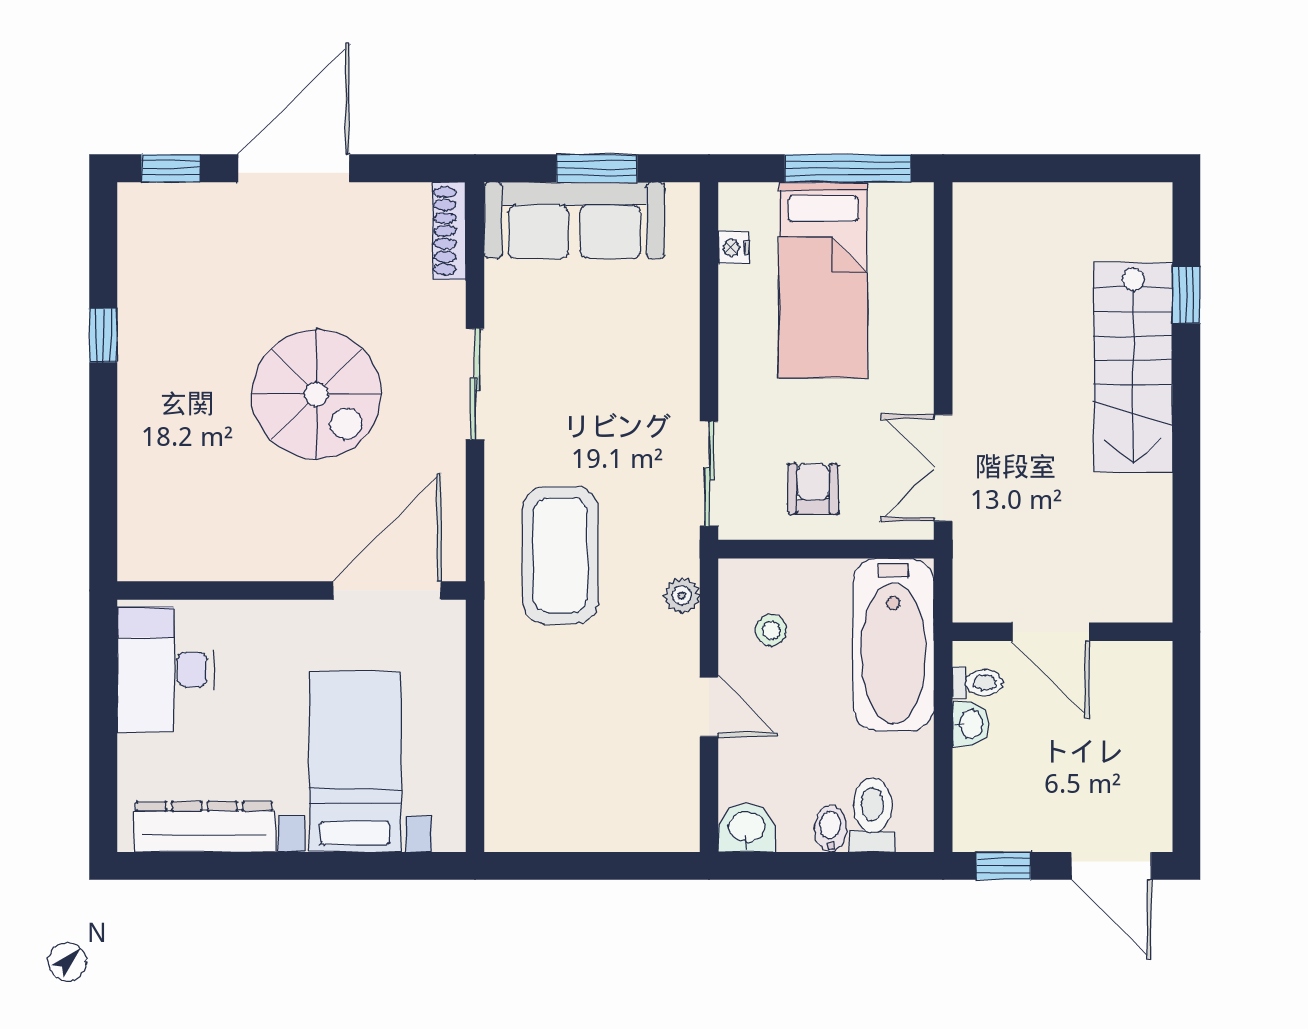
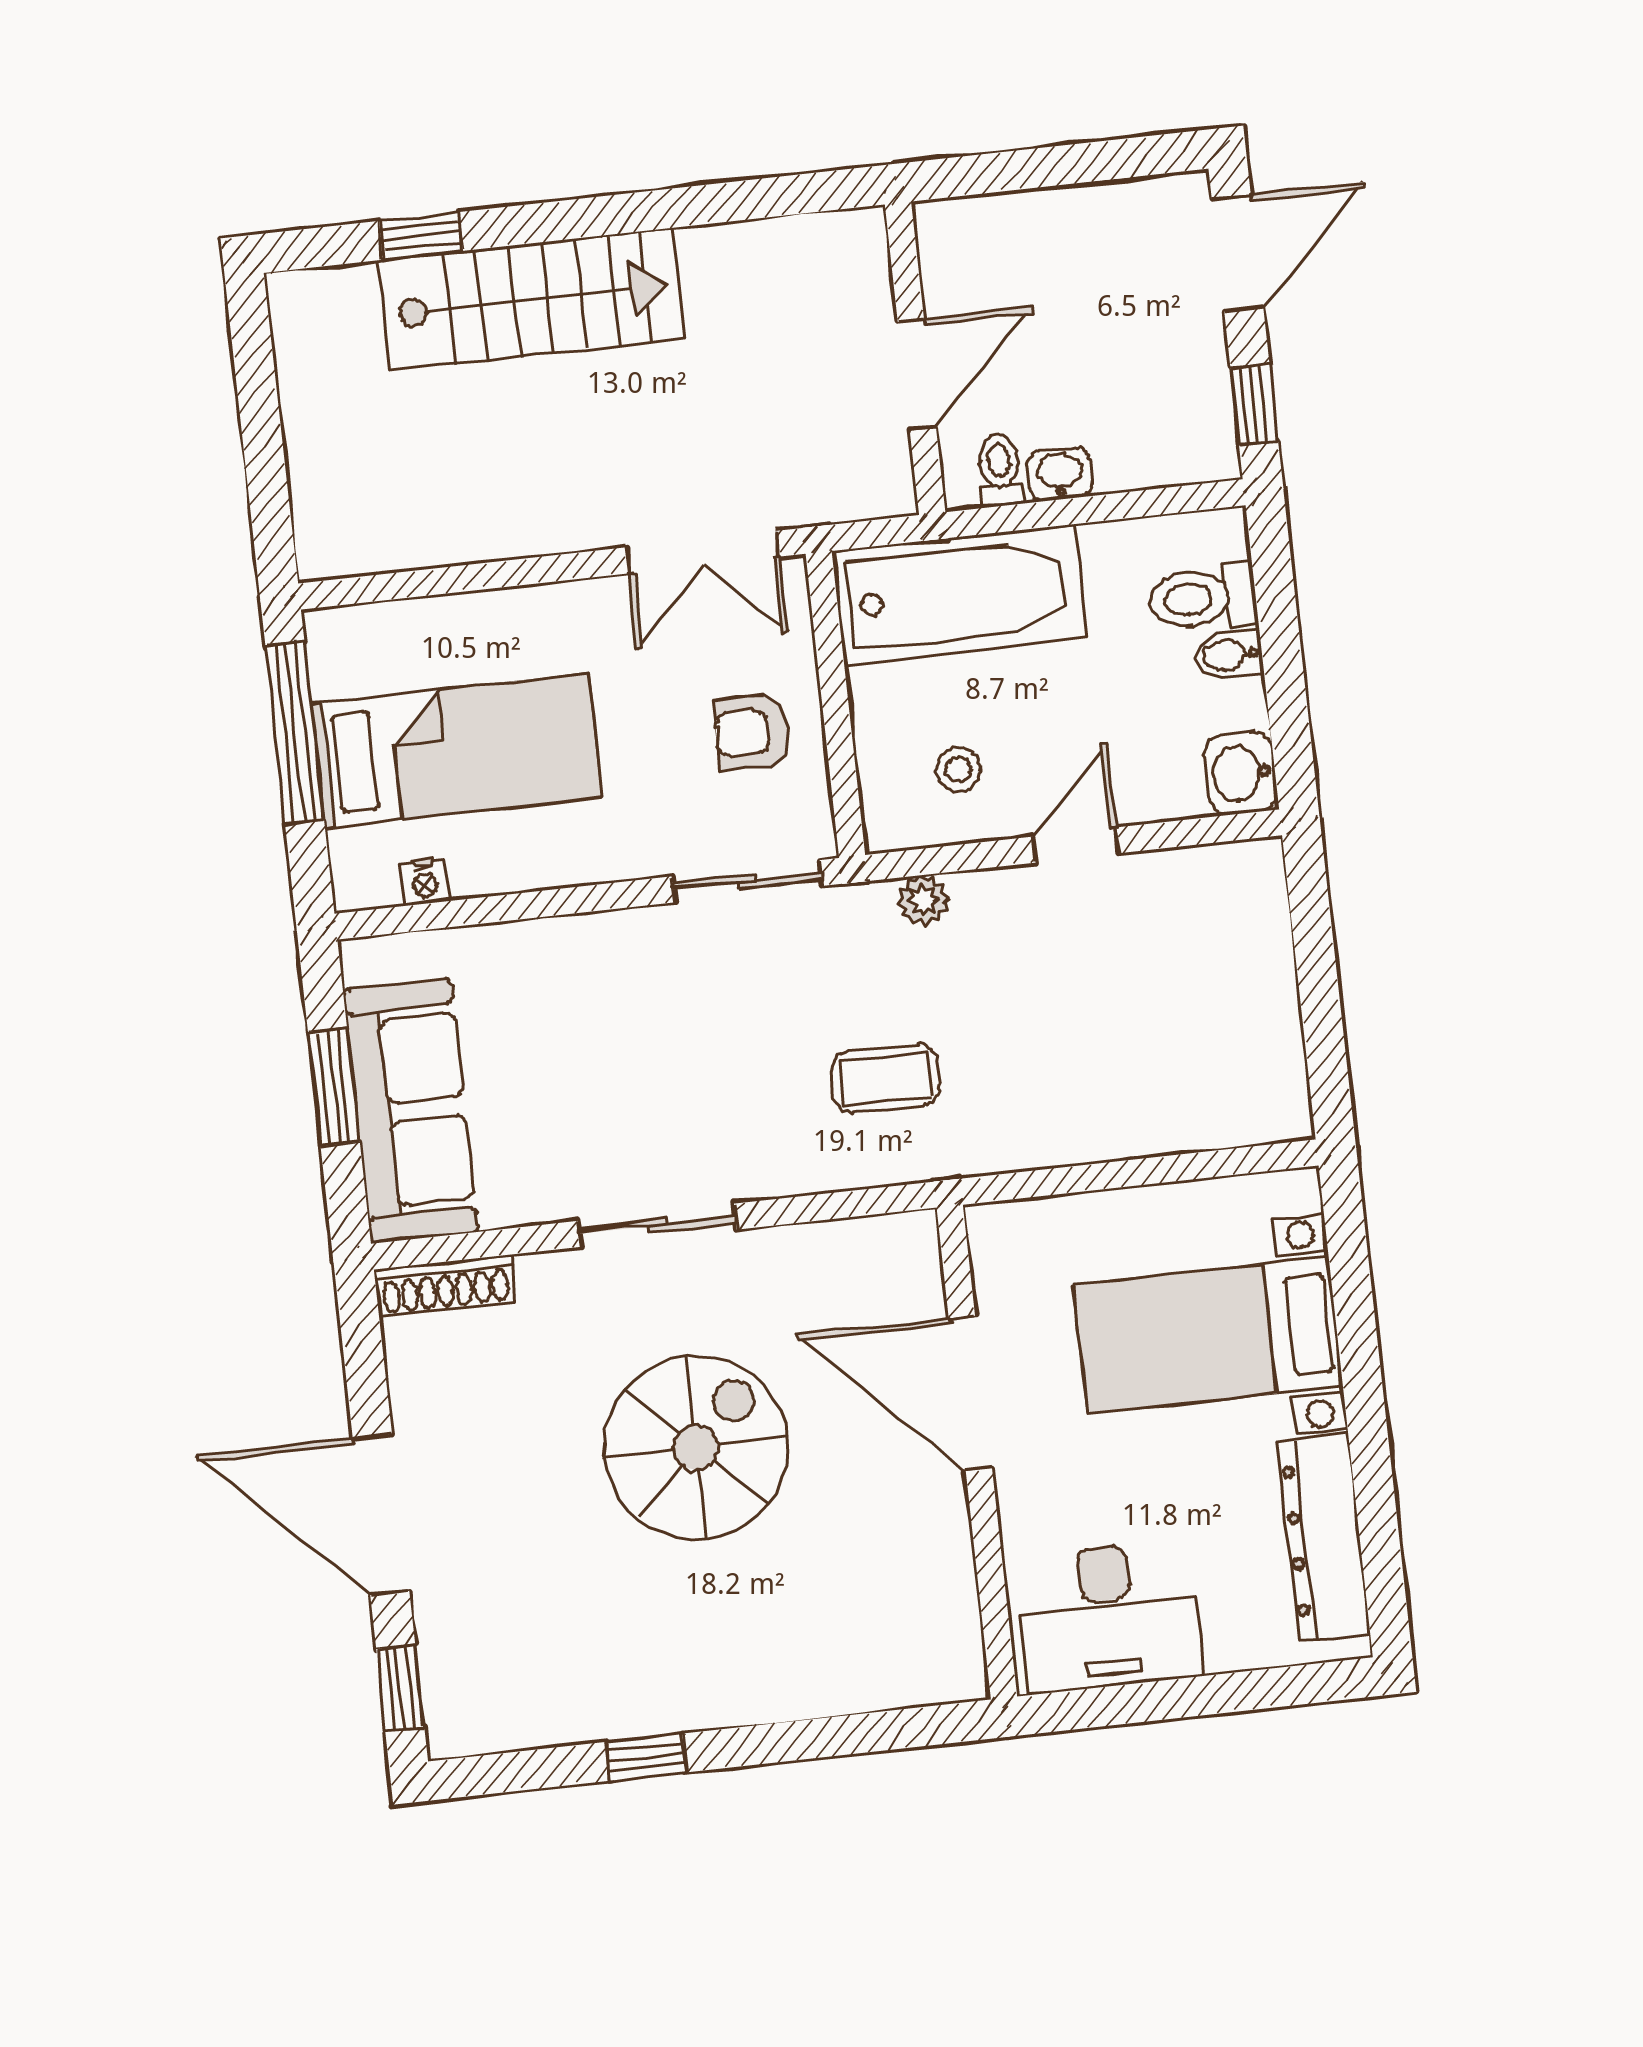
coffee table: (560, 555) -> (885, 1078), width x0.54, depth x0.58
door: (387, 590) -> (970, 1393), moved

